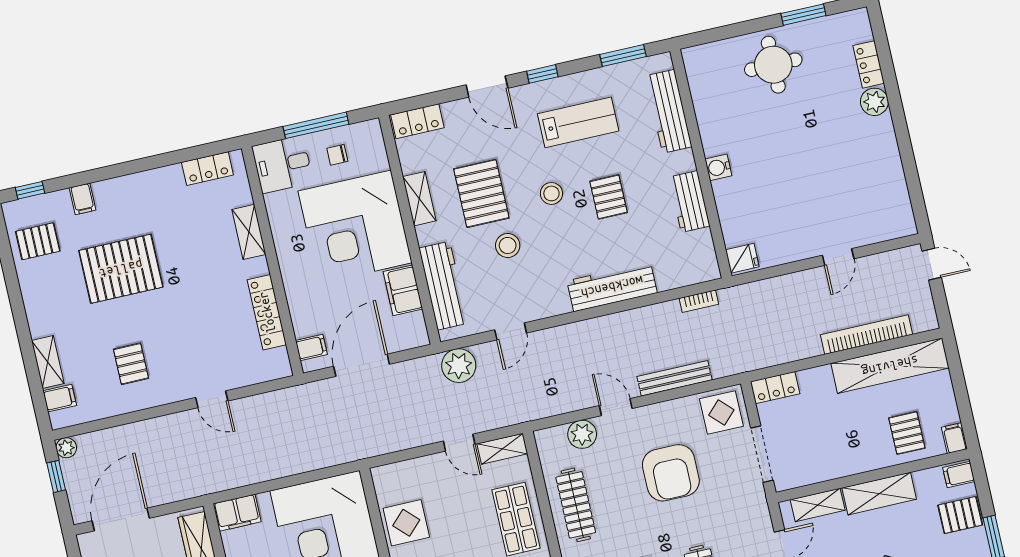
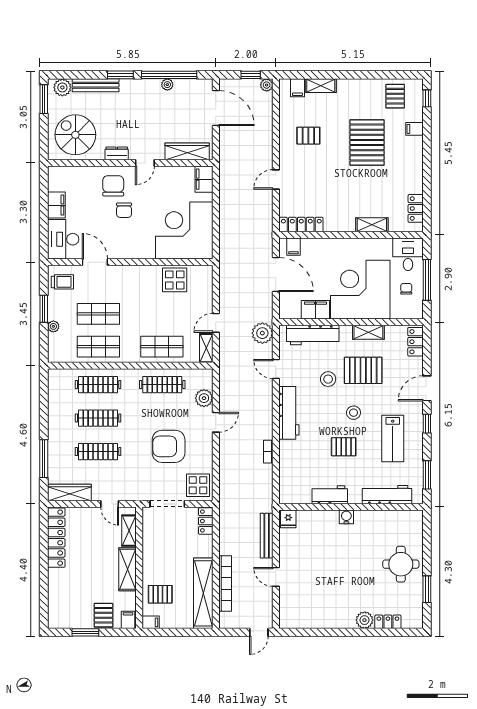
workbench: (612, 287) -> (289, 413), moved
bookcase: (699, 301) -> (268, 452), moved
locker: (267, 312) -> (301, 225), moved
bench: (675, 378) -> (267, 536), moved

